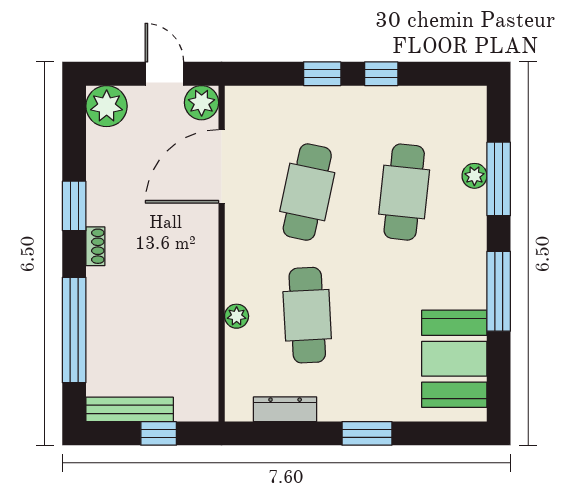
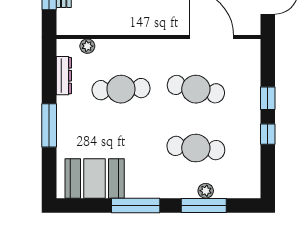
plant: (202, 103) -> (250, 25), removed
plant: (237, 316) -> (87, 46), moved
window: (367, 433) -> (49, 125), width x1.44

